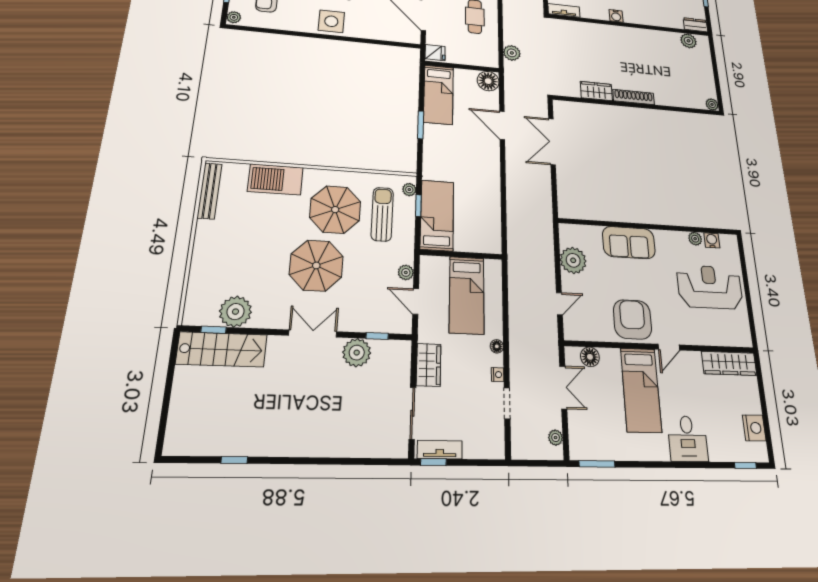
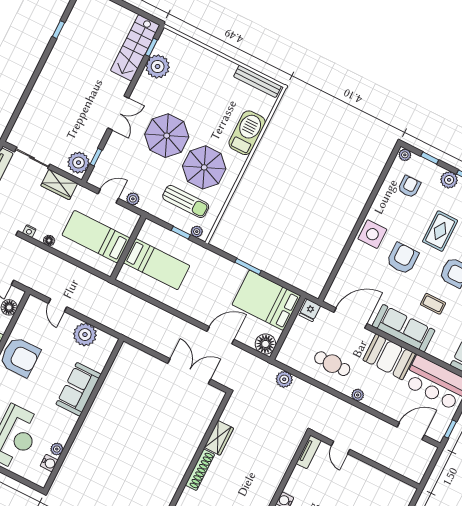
bed: (438, 95) -> (266, 300), width x1.50
bed: (437, 215) -> (157, 264), moved
plant: (357, 353) -> (79, 163), moved

